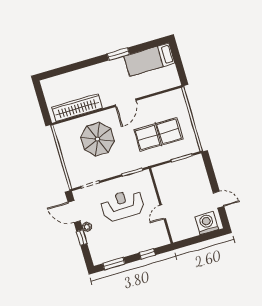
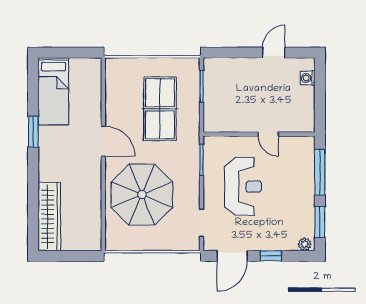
wardrobe: (77, 108) -> (49, 216), moved, turned 180
parasol: (97, 139) -> (142, 195), width x1.36, depth x1.36
reception desk: (123, 205) -> (243, 187), turned 180
washing machine: (207, 223) -> (308, 78), width x0.53, depth x0.53
plant: (87, 227) -> (305, 244), moved
window: (147, 254) -> (320, 172), width x2.17

